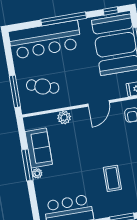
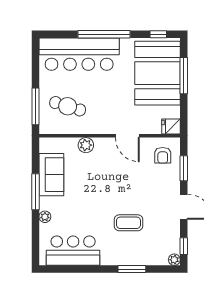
door: (99, 103) -> (127, 136), hinge flipped
plant: (37, 173) -> (45, 217), moved
coffee table: (112, 178) -> (129, 223), turned 90

